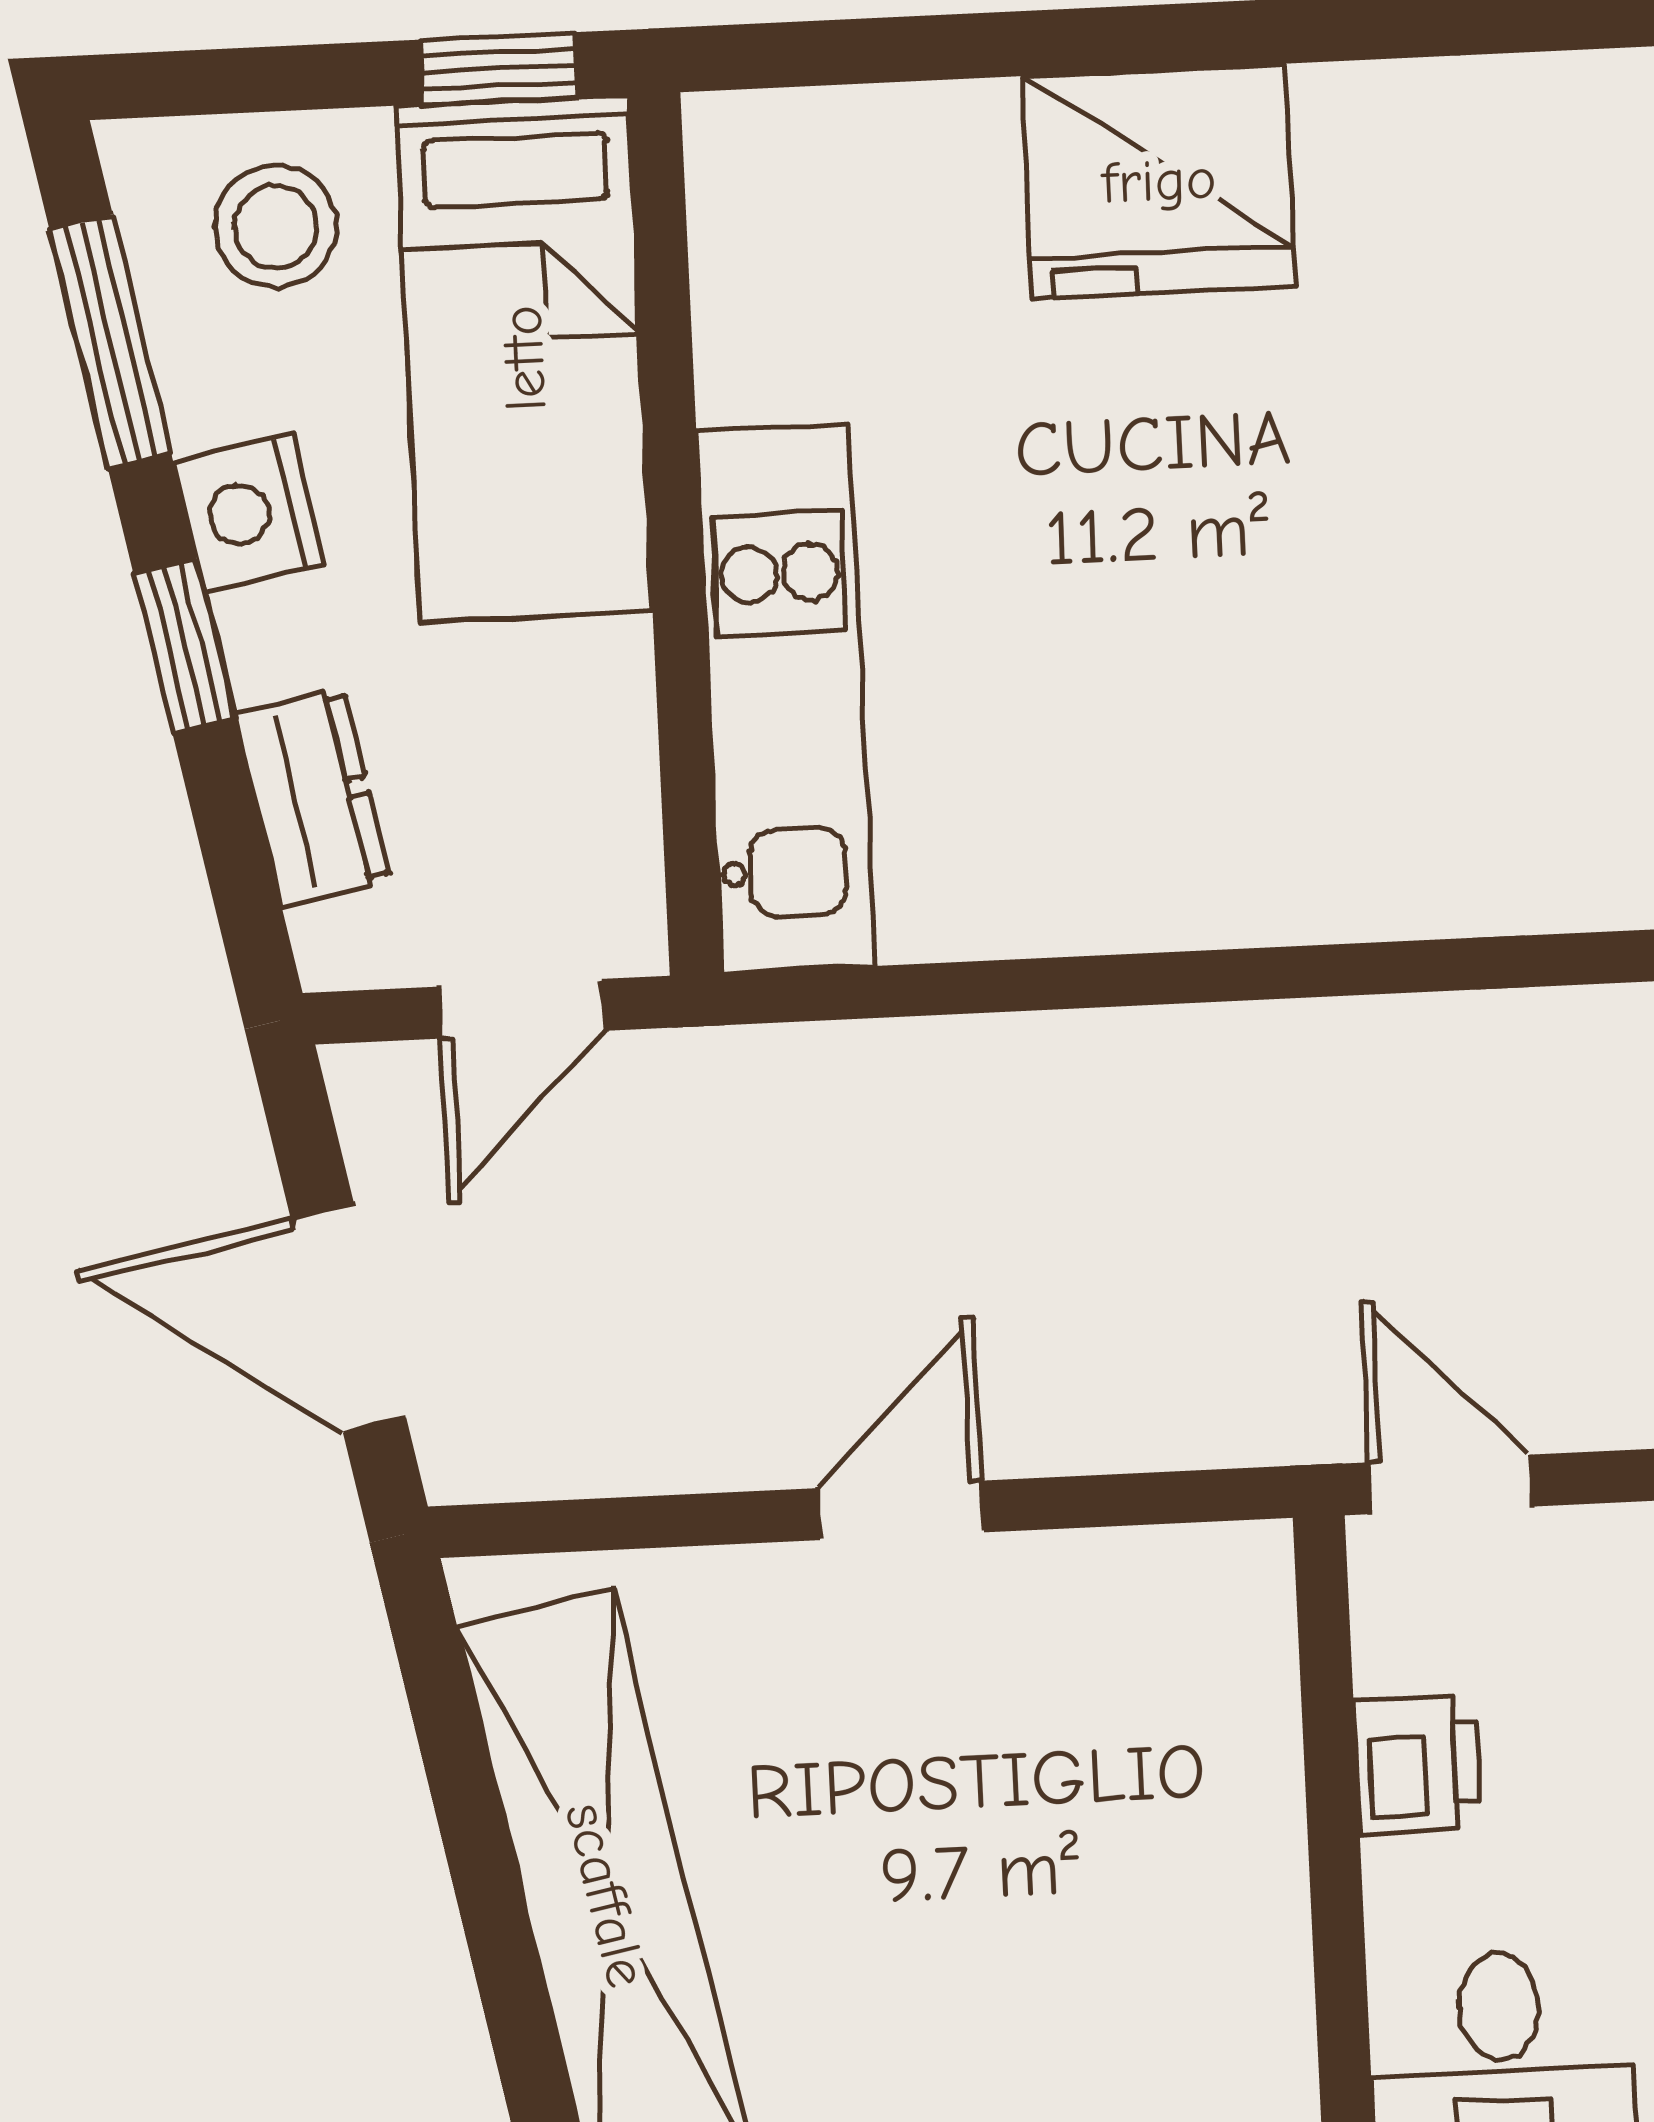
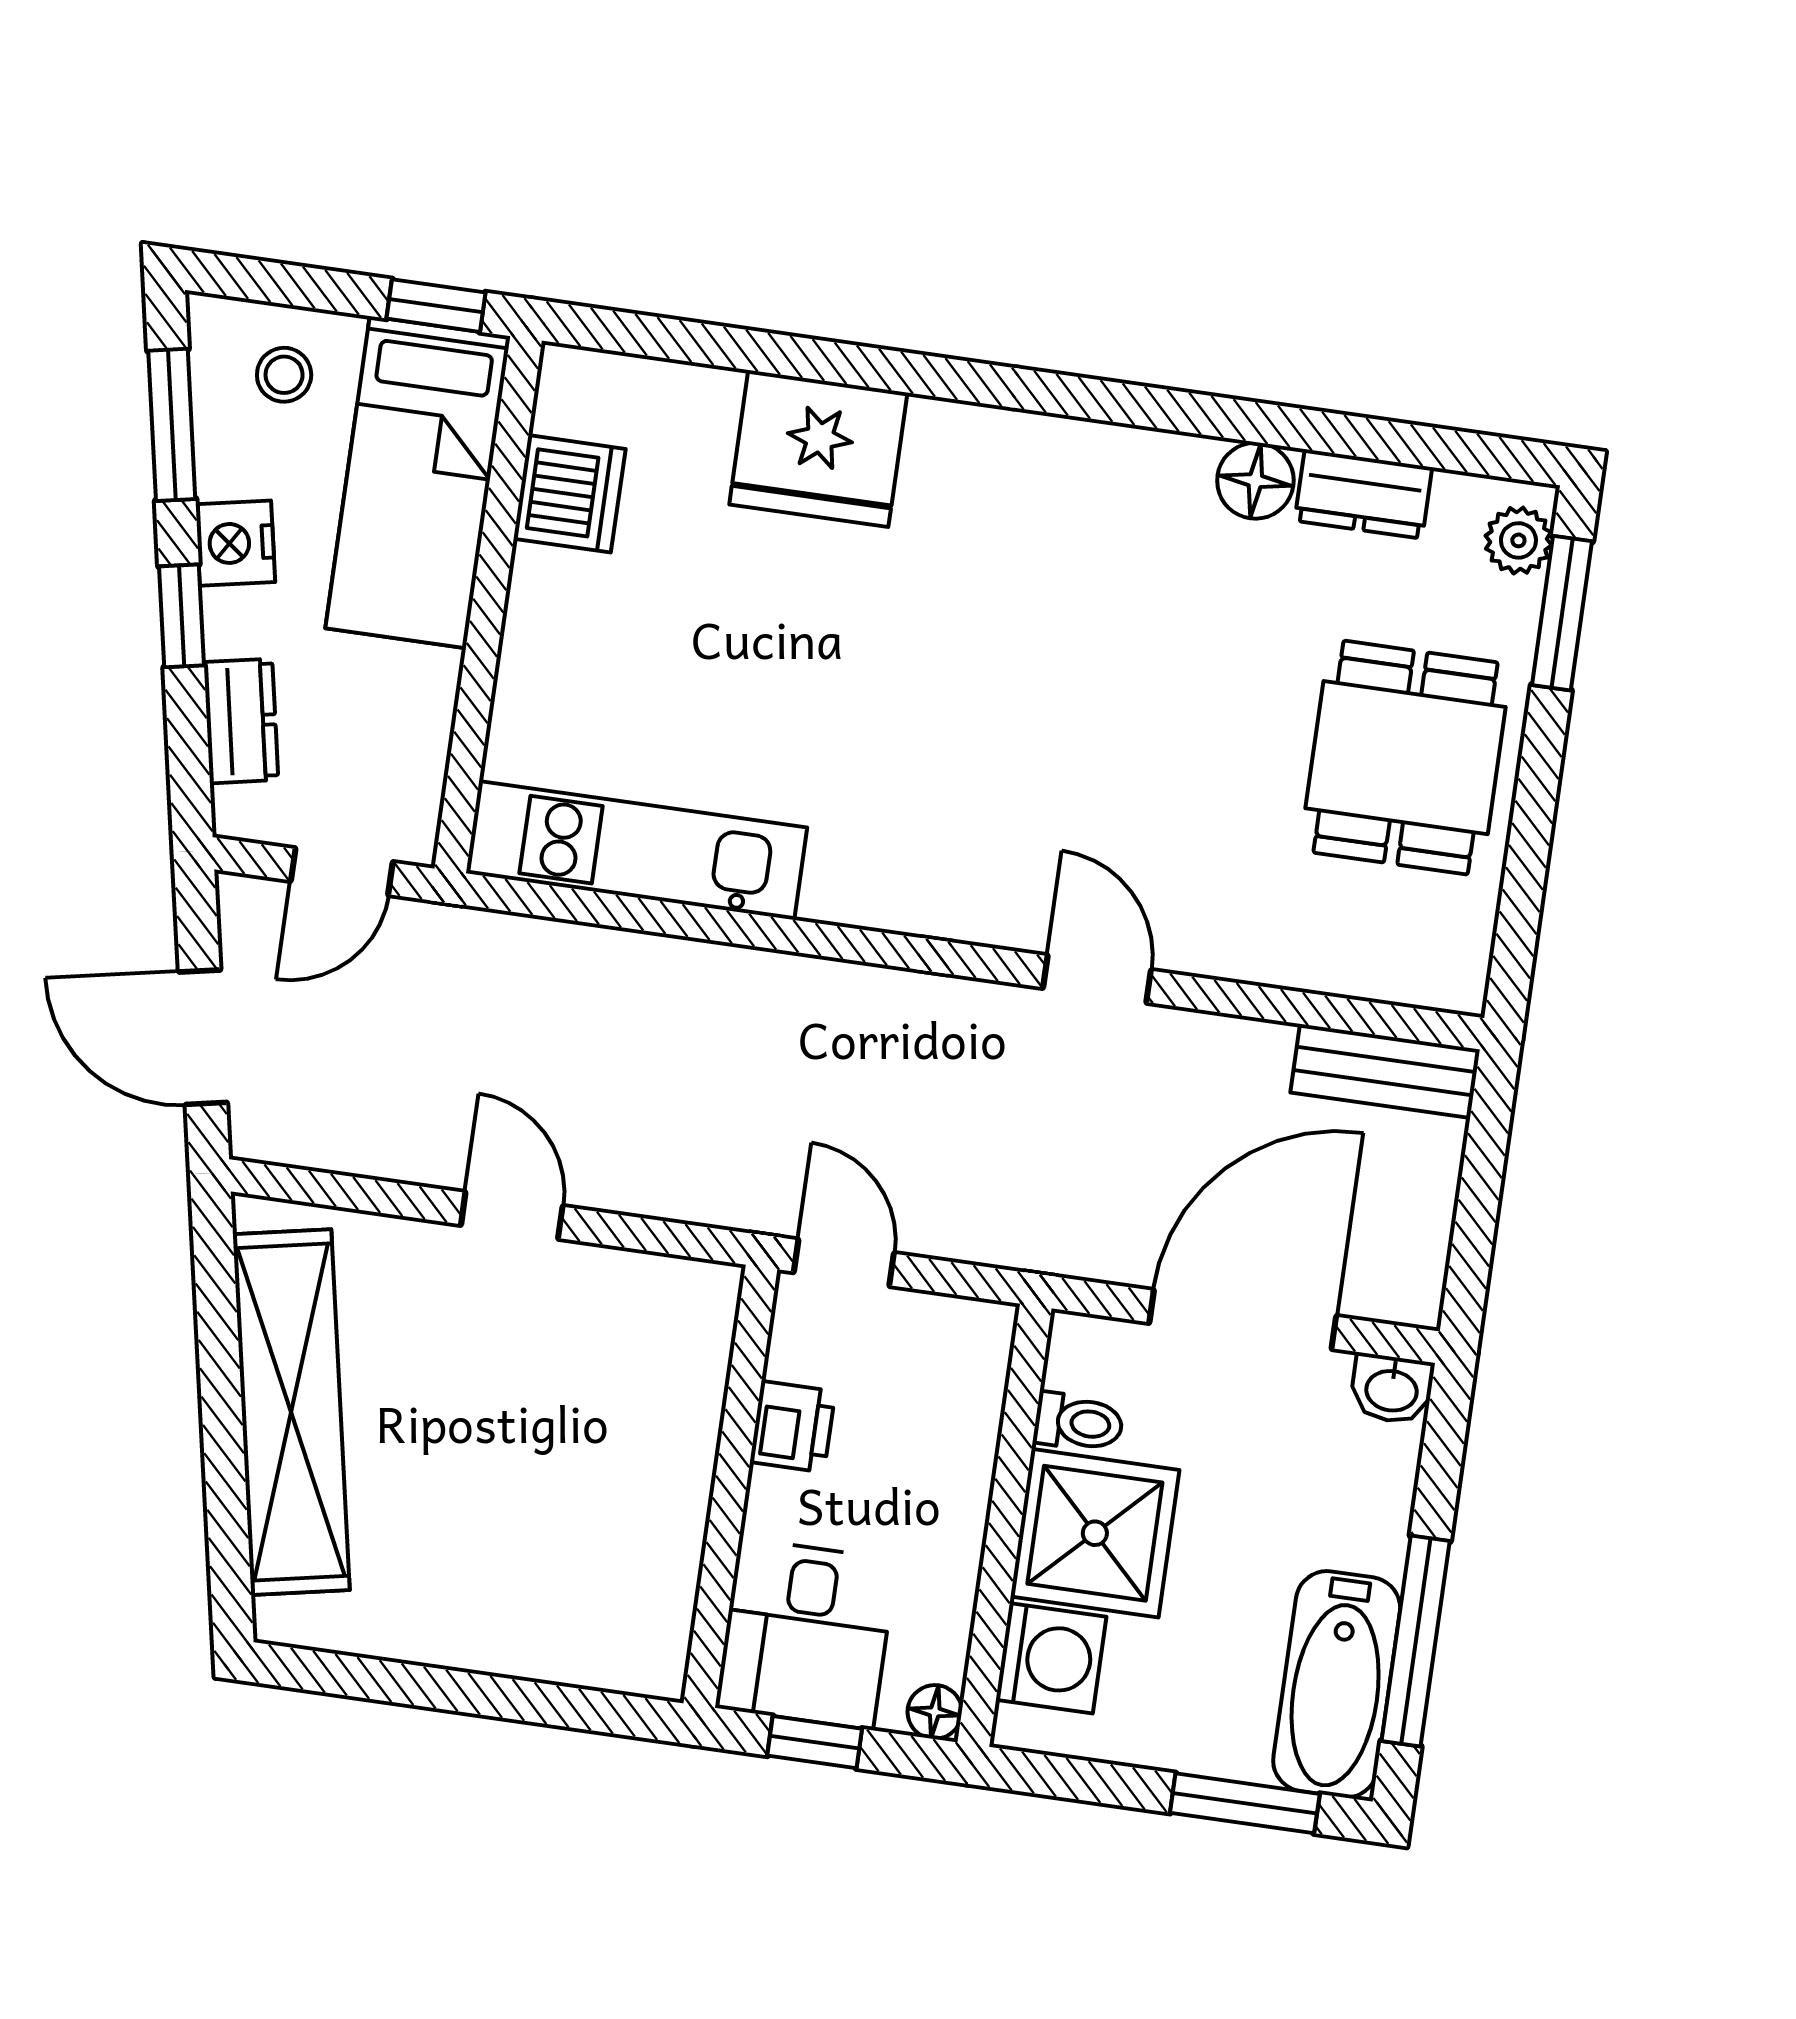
stool: (276, 226) -> (284, 375), width x0.73, depth x0.73
dishwasher: (772, 330) -> (570, 494), added
kitchen unit: (785, 698) -> (637, 850), moved, turned -90
door: (901, 1510) -> (512, 1215), hinge flipped

